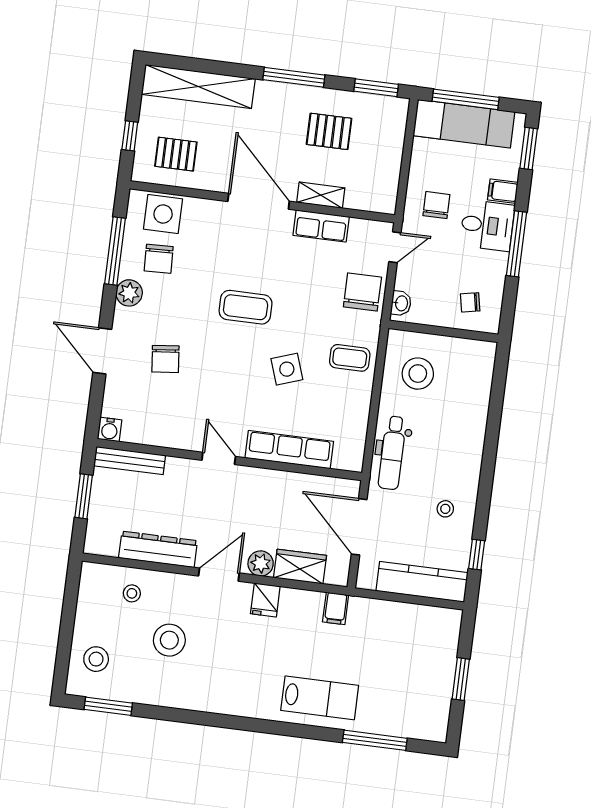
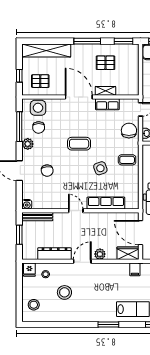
wardrobe: (300, 567) -> (128, 253), moved
fridge: (265, 600) -> (29, 270), moved
window: (108, 706) -> (108, 324), moved

